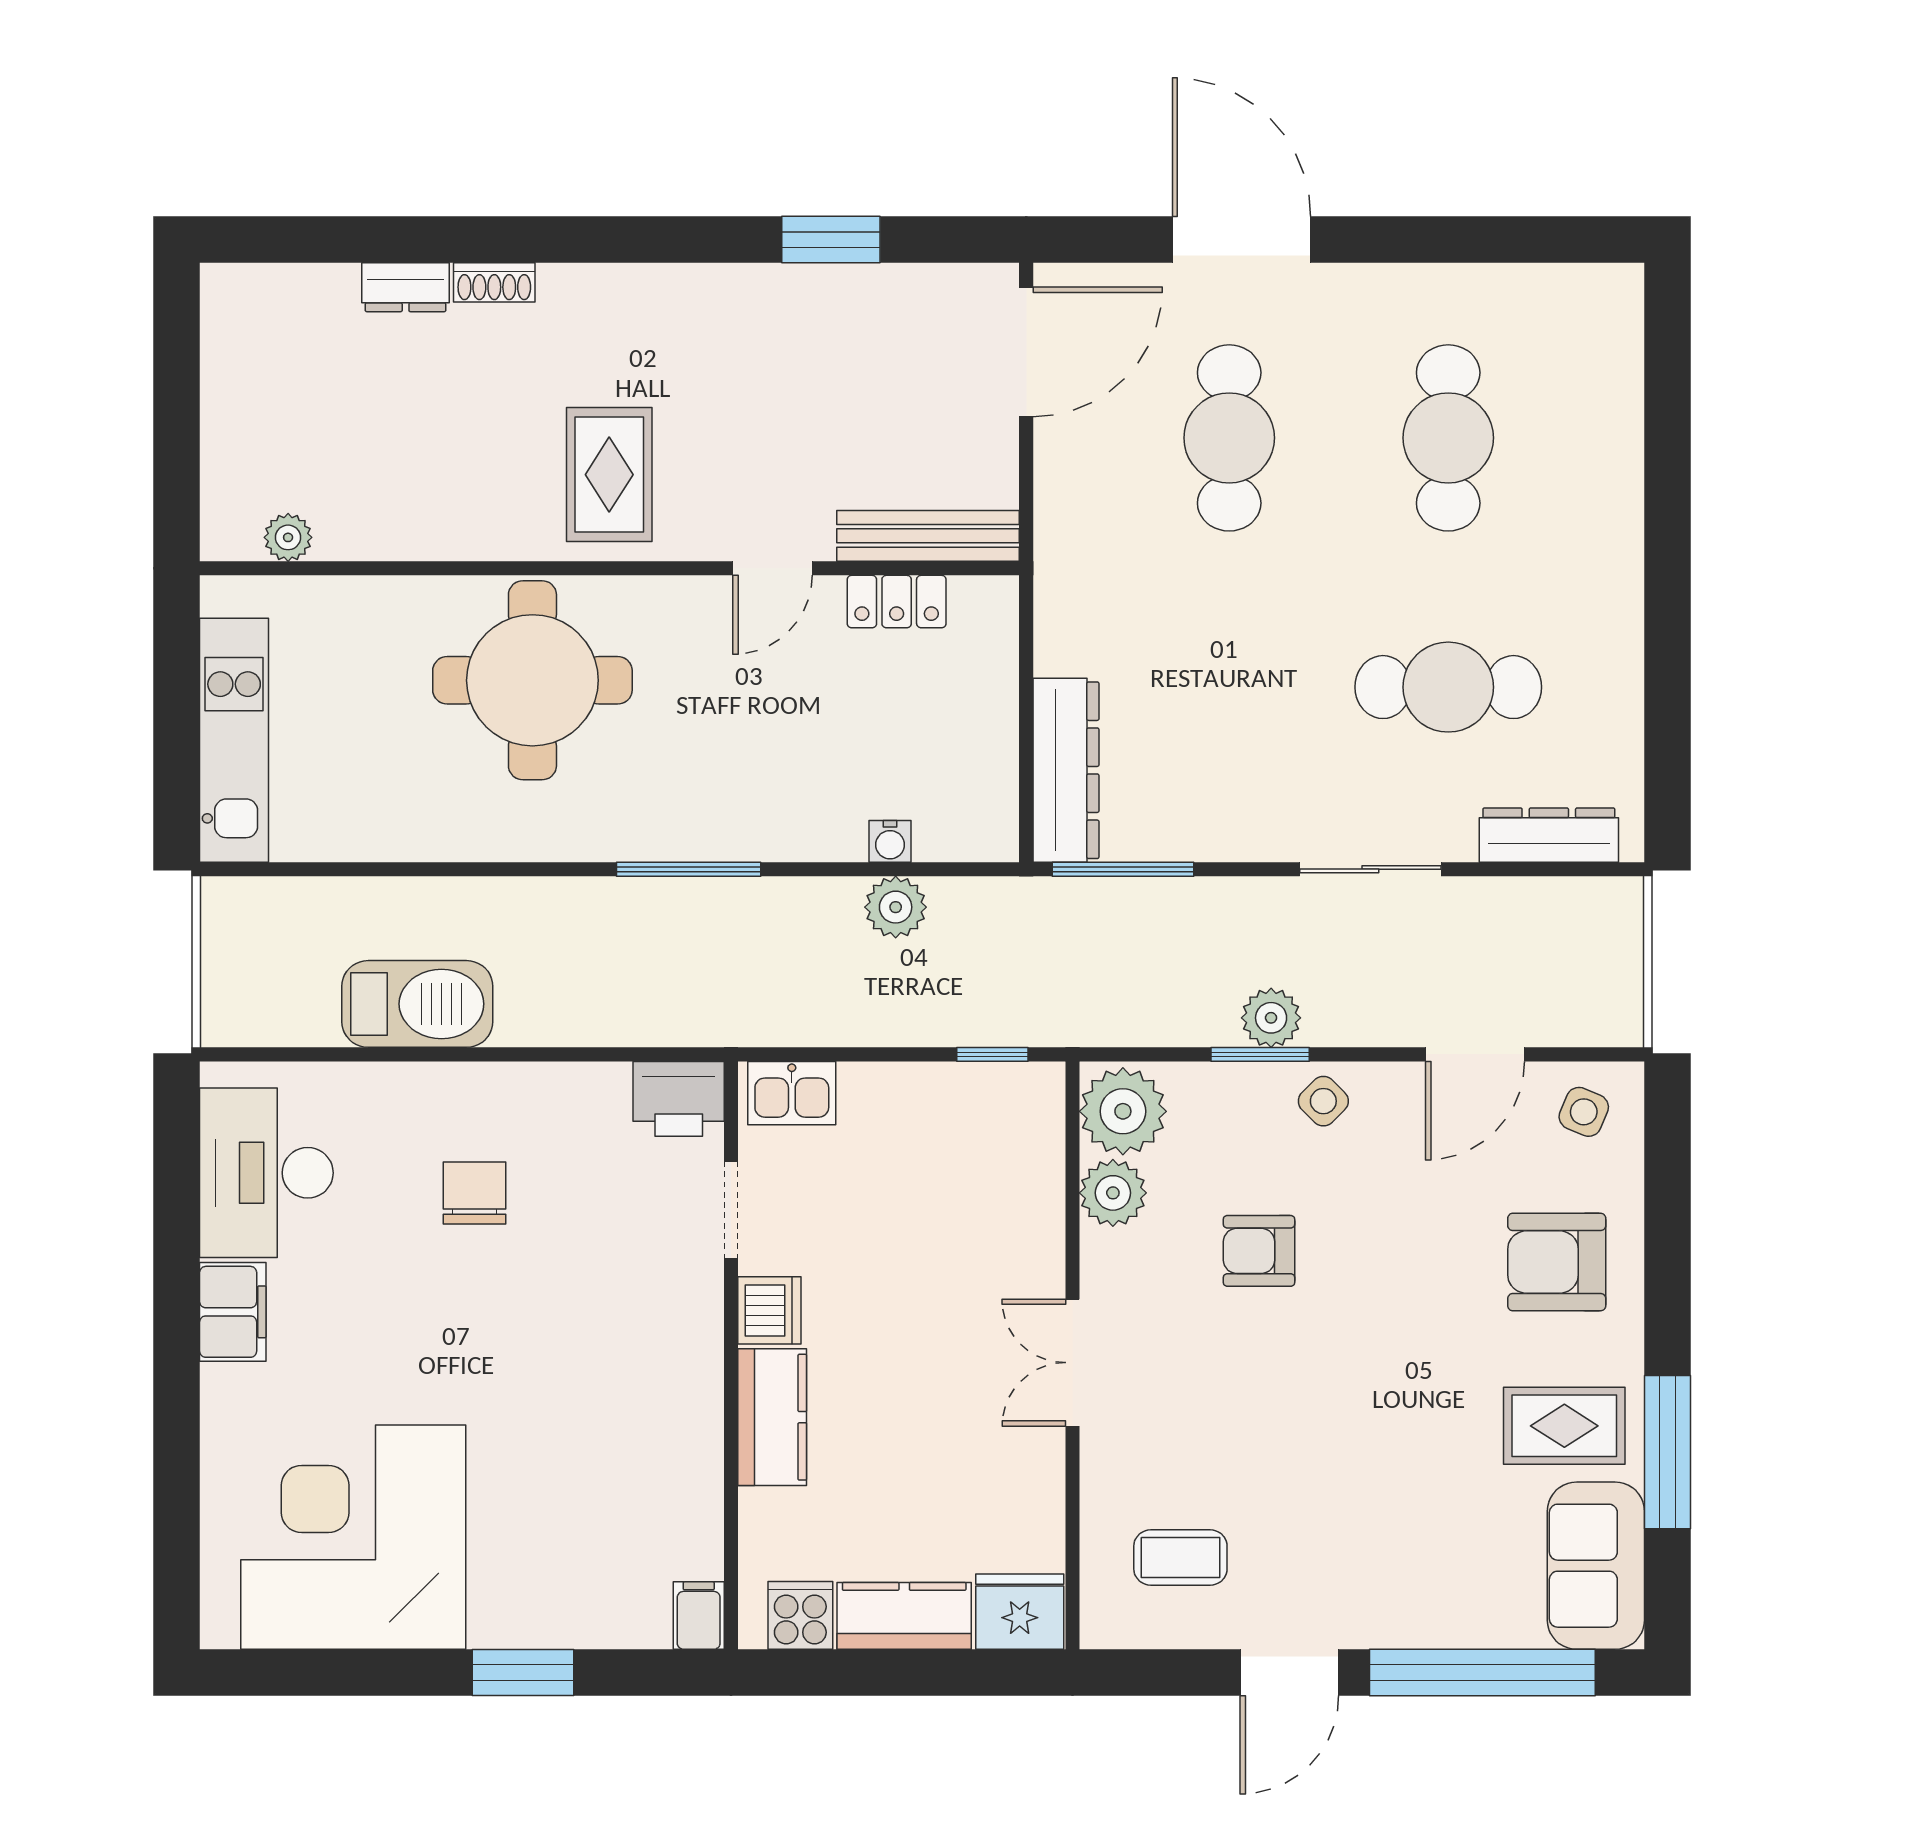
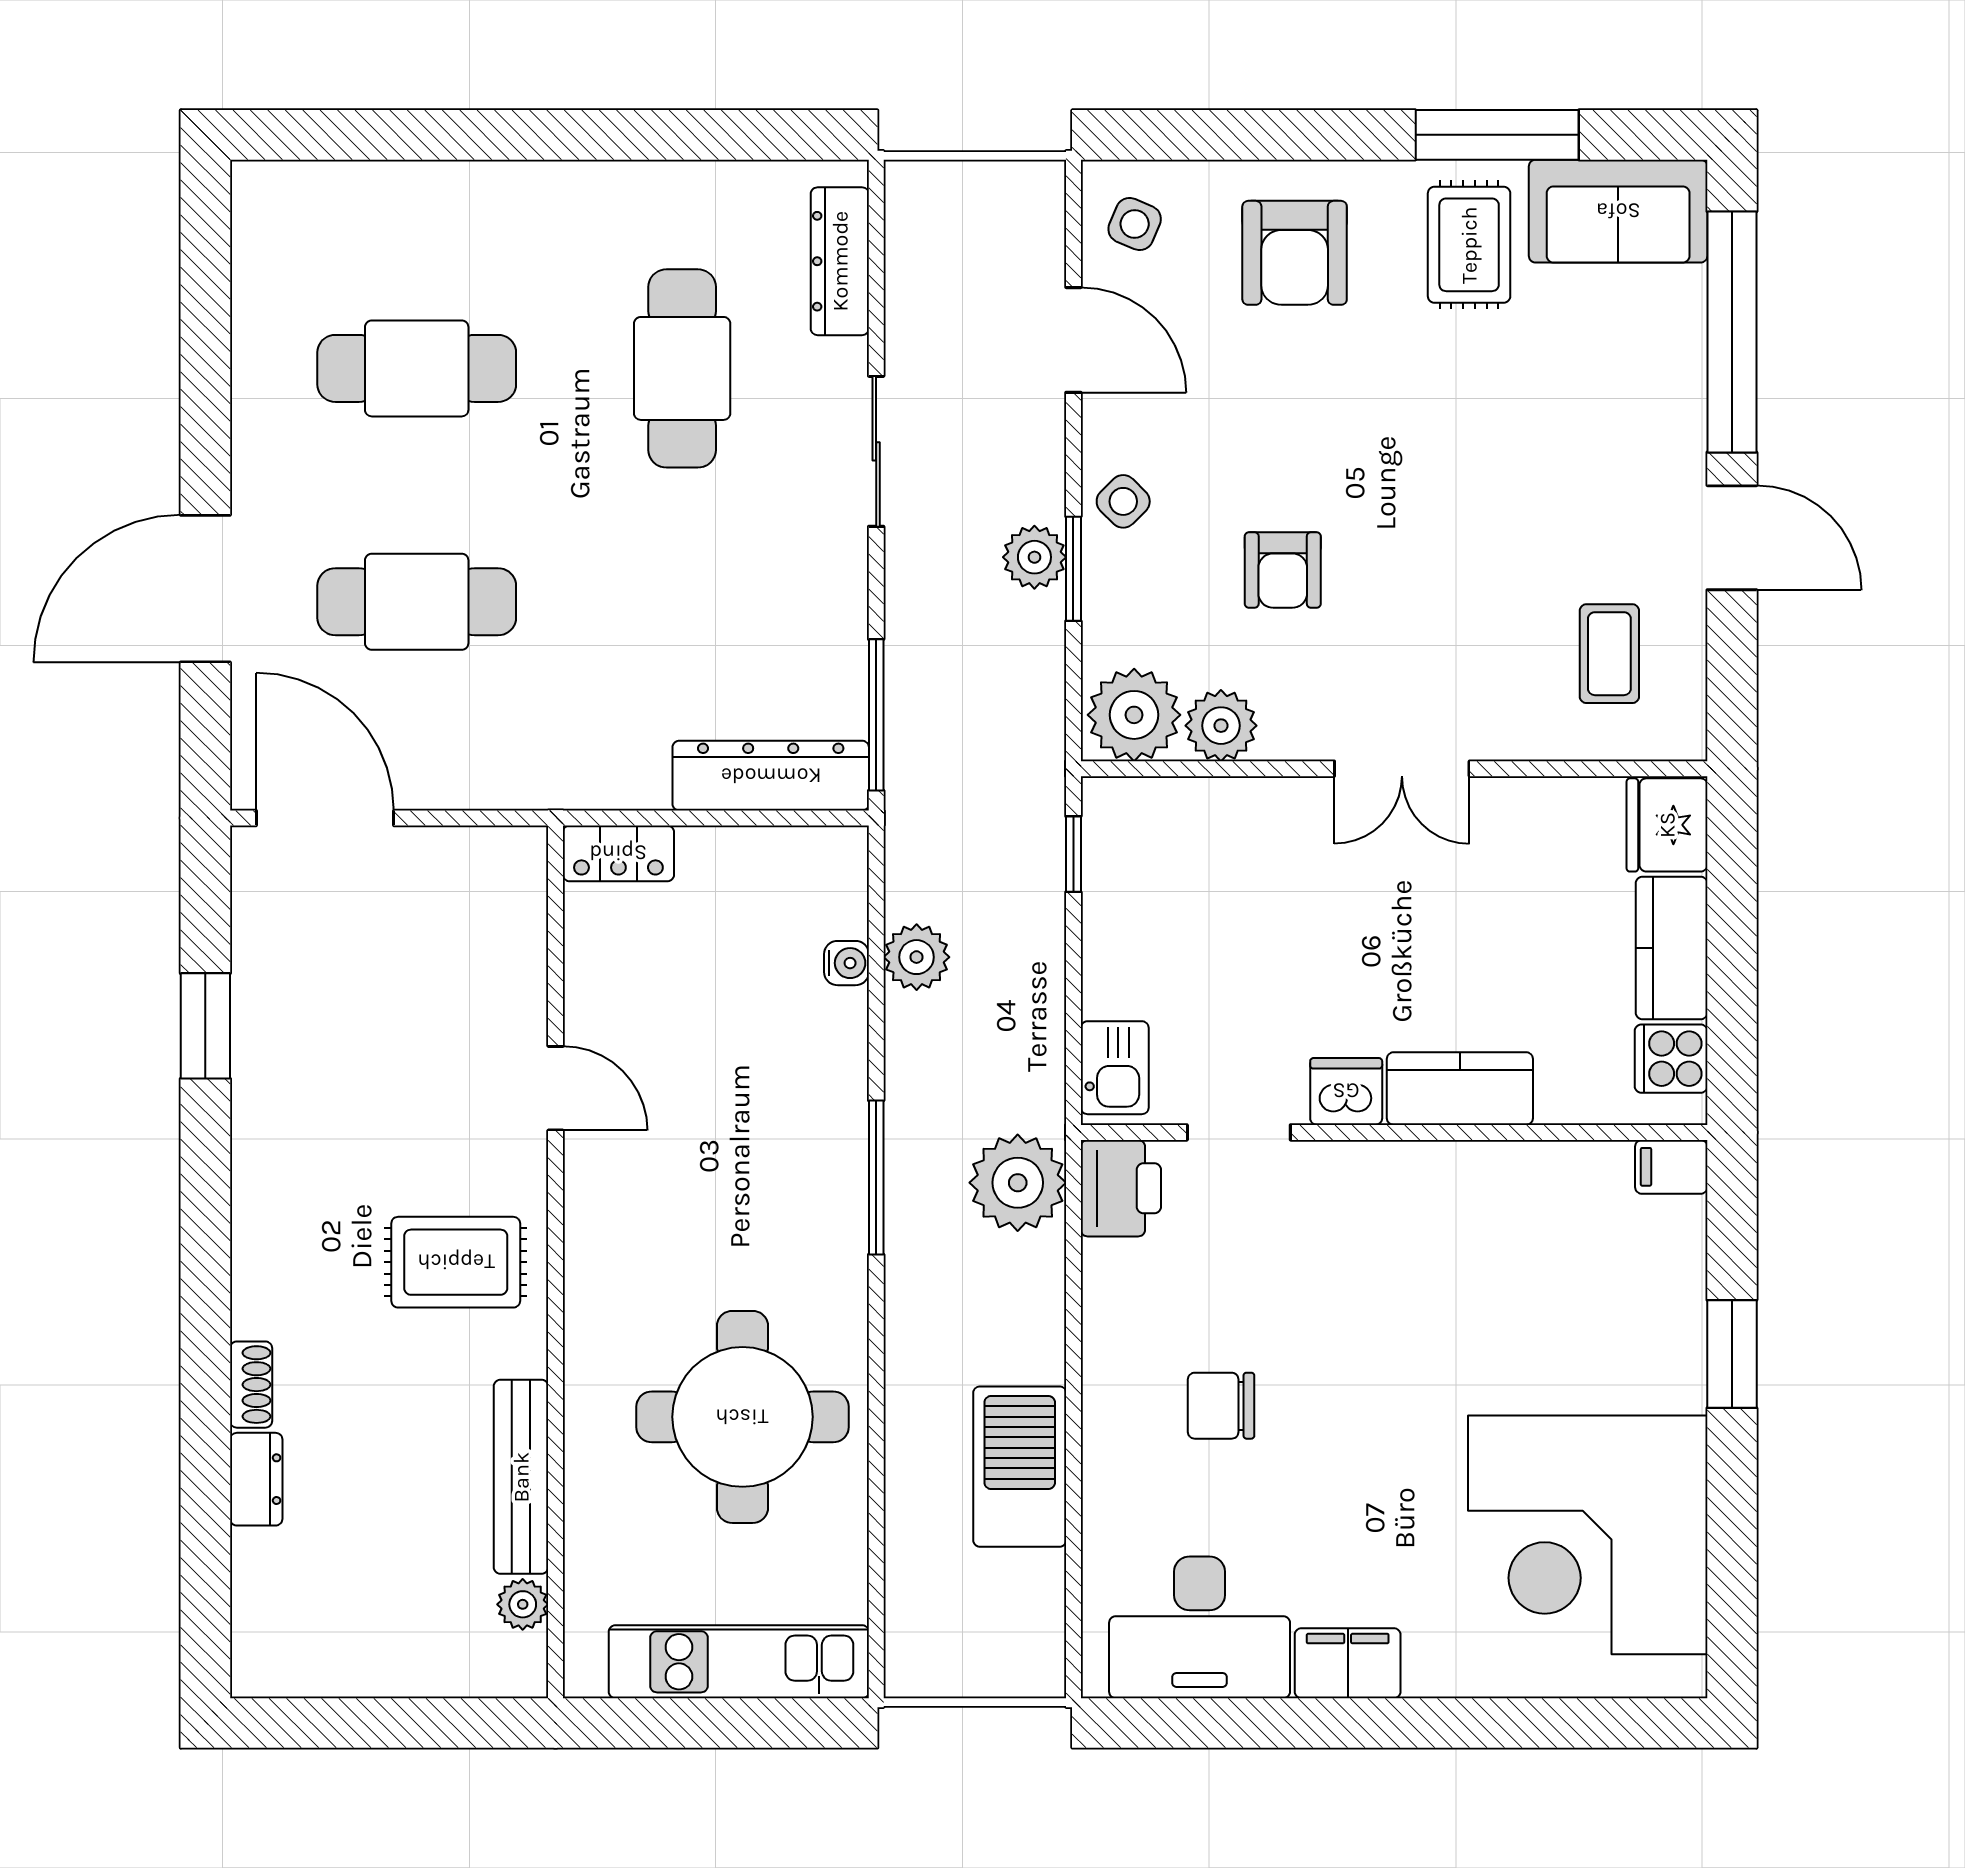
bench: (928, 536) -> (521, 1477), moved
locker: (897, 602) -> (618, 853), moved, turned 90
round table: (532, 680) -> (742, 1417), moved
plant: (684, 1002) -> (1018, 1183), added

